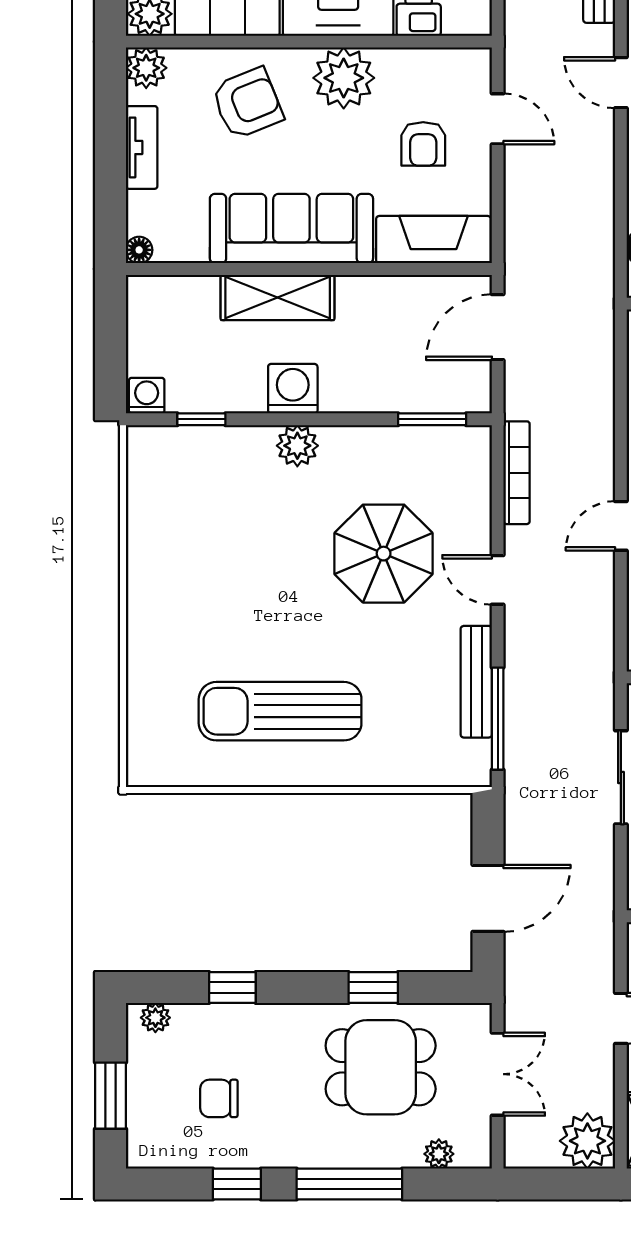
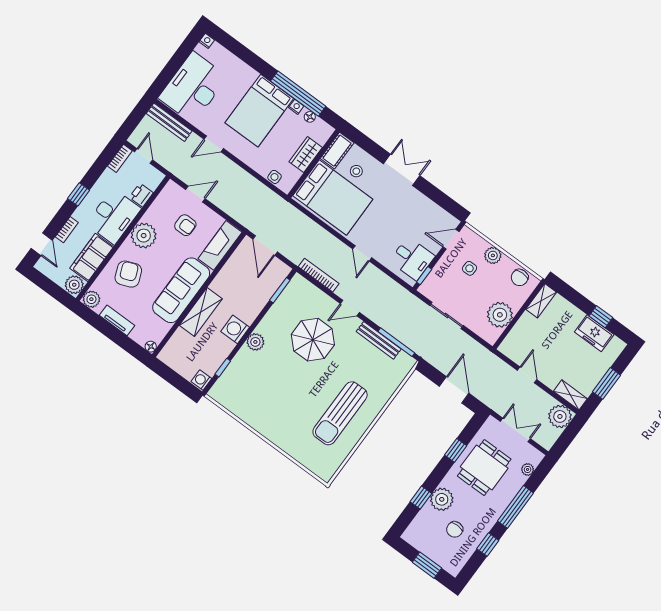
plant: (155, 1018) -> (442, 499), moved, width x1.88, depth x1.88

